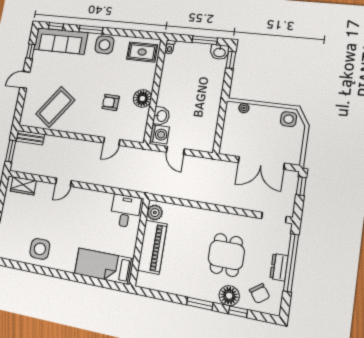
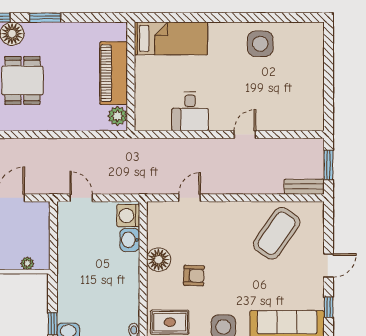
armchair: (111, 102) -> (194, 276), moved
door: (175, 150) -> (81, 198), moved
wardrobe: (23, 186) -> (300, 121), removed
desk: (125, 211) -> (190, 111), moved

